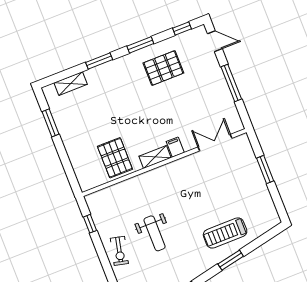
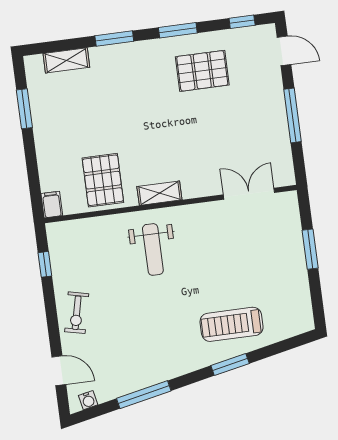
filing cabinet: (175, 147) -> (52, 205), moved
weight bench: (155, 233) -> (153, 249), moved

